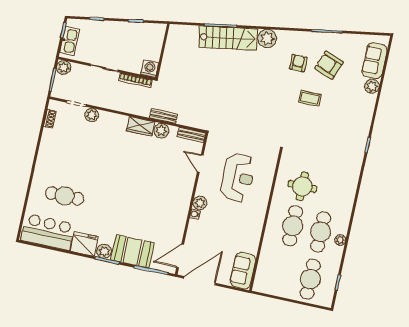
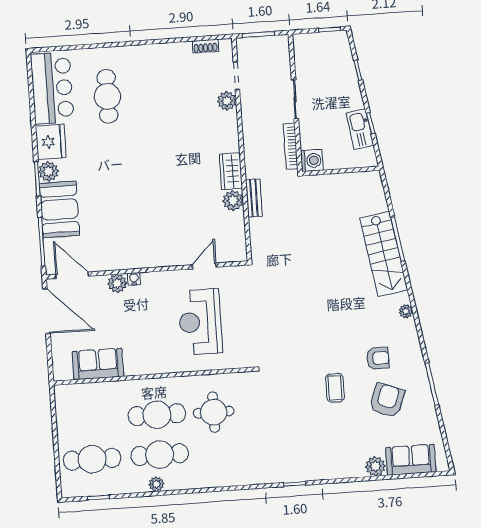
plant: (267, 38) -> (406, 311), width x0.53, depth x0.53
kitchen sink: (70, 41) -> (360, 129), moved, turned 81
plant: (64, 67) -> (280, 45), removed
bench: (191, 135) -> (239, 243), removed
reception desk: (238, 177) -> (200, 322), turned 90
plant: (200, 203) -> (117, 283), moved
sofa: (243, 271) -> (98, 364), moved

